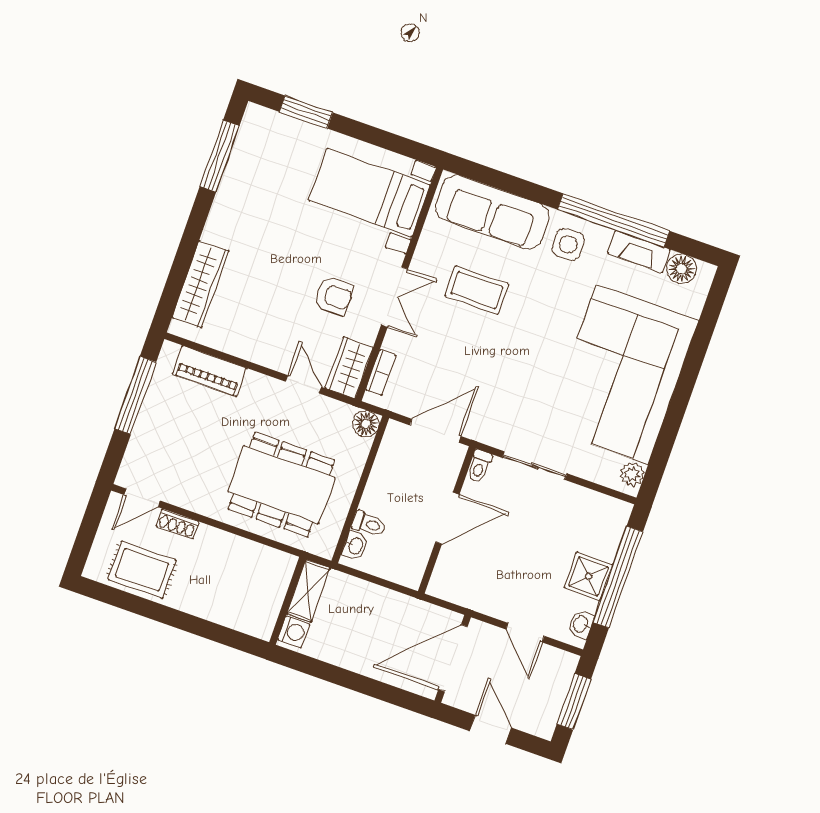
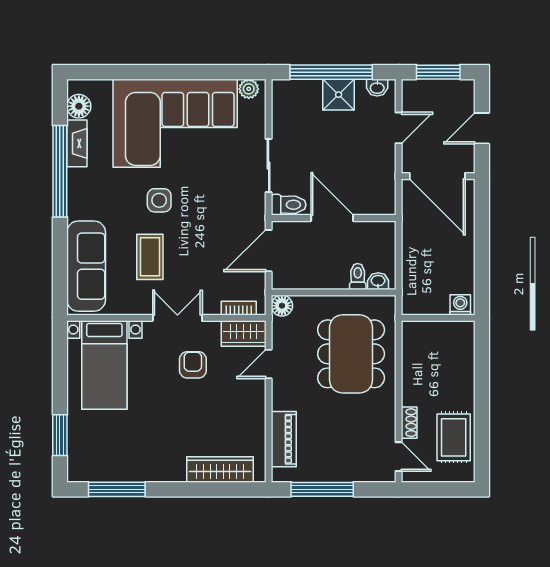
side table: (568, 244) -> (159, 200), moved
door: (435, 431) -> (269, 251), hinge flipped
toilet: (479, 466) -> (289, 205), width x1.37, depth x1.39
shelving: (309, 591) -> (425, 305), removed

